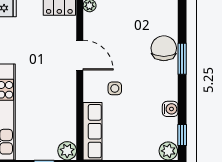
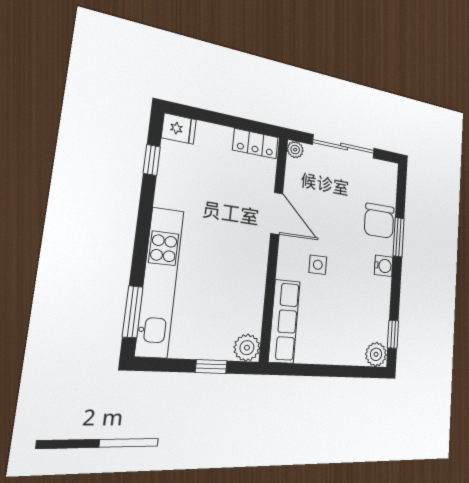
chair: (164, 48) -> (379, 221), turned 180
water cooler: (170, 109) -> (384, 266), moved

